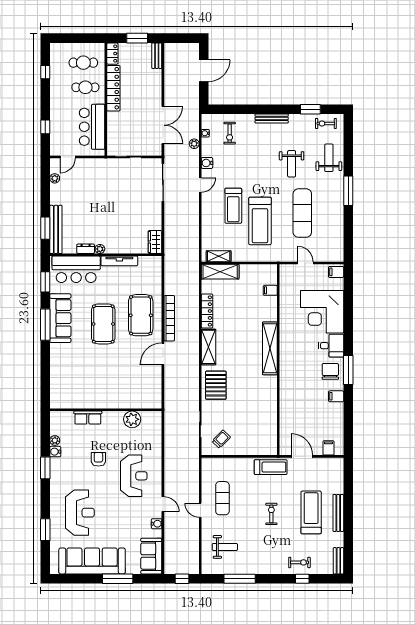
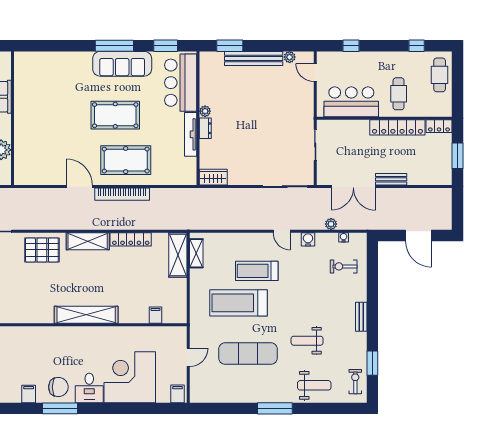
bench: (157, 56) -> (391, 179), moved
cafe table: (83, 63) -> (440, 75), moved
bench: (272, 118) -> (361, 317), width x0.73
bench: (56, 229) -> (254, 59), moved
dresser: (86, 249) -> (205, 128), moved

